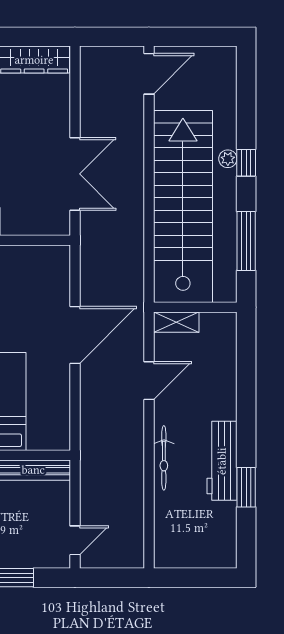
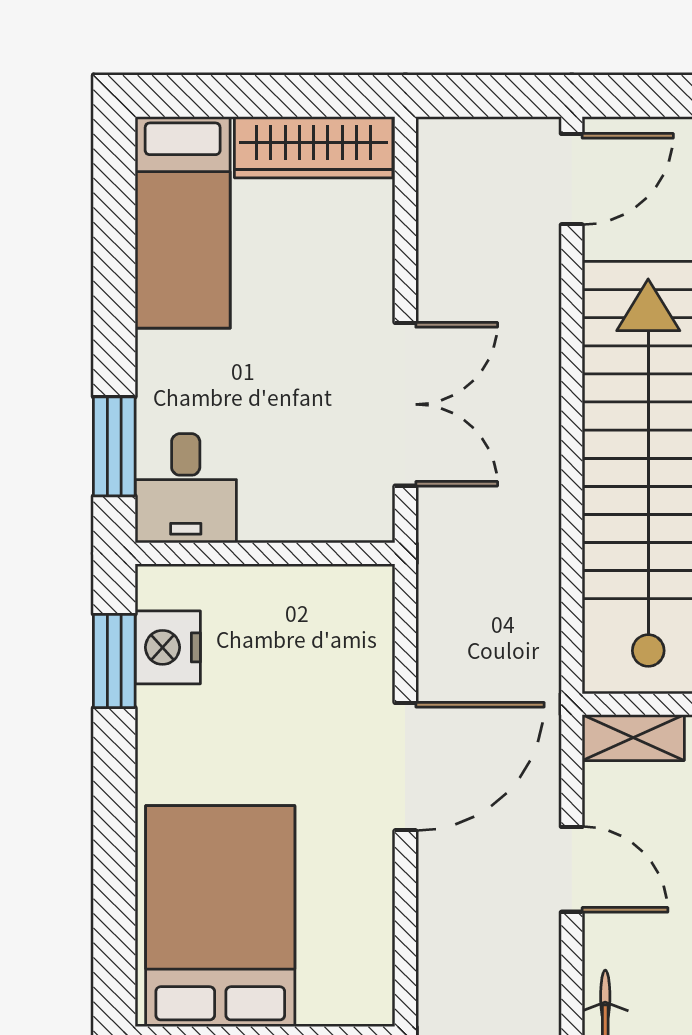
door: (149, 381) -> (572, 869), hinge flipped

